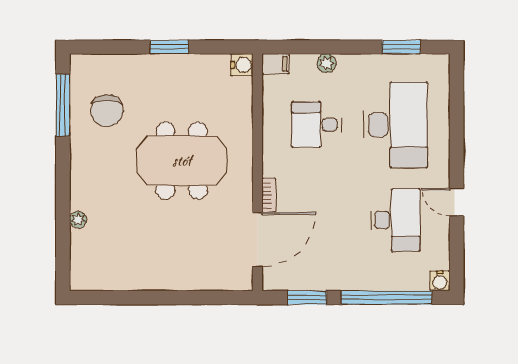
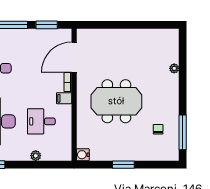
filing cabinet: (275, 64) -> (64, 98), moved
chair: (107, 111) -> (158, 129), width x0.54, depth x0.54
desk: (316, 125) -> (41, 121), turned 180

